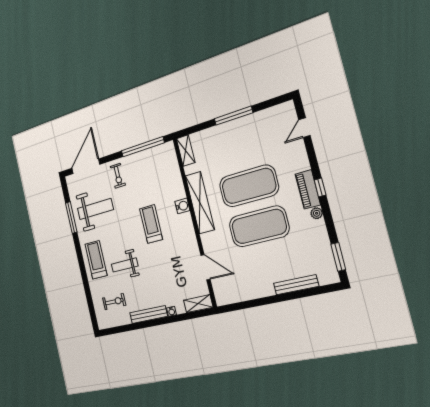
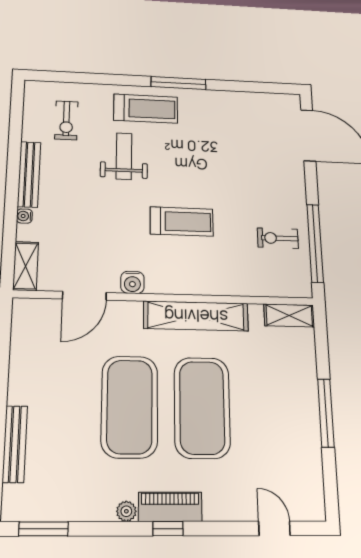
exercise bike: (118, 176) -> (278, 238), moved
water cooler: (182, 206) -> (132, 282), moved
weight bench: (95, 209) -> (232, 132), removed
window: (71, 218) -> (178, 83), moved

